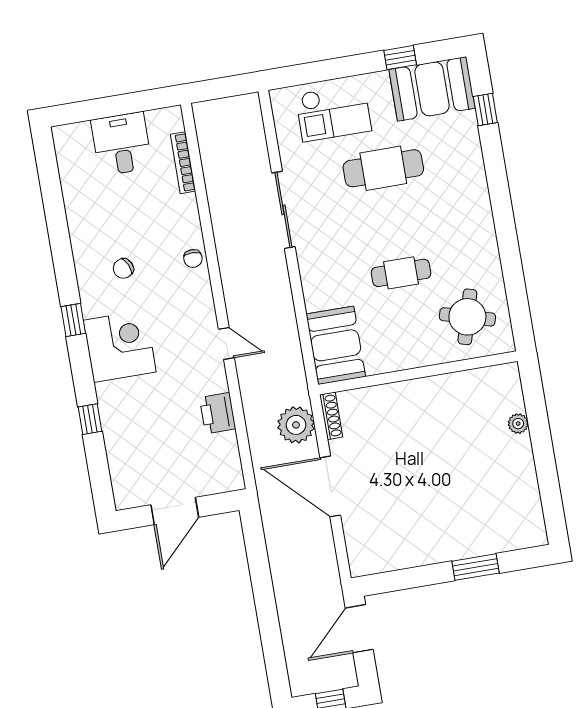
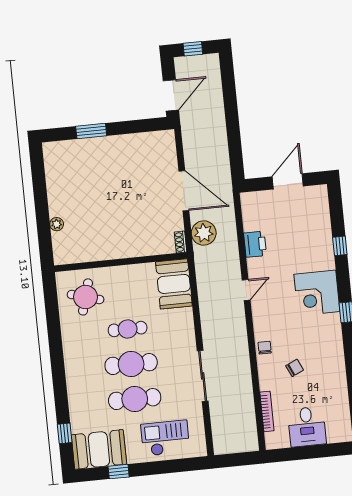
cafe table: (392, 221) -> (131, 364), added
chair: (123, 268) -> (295, 368), moved
door: (226, 343) -> (246, 290), swing flipped
shoe rack: (331, 416) -> (181, 242), width x0.70

